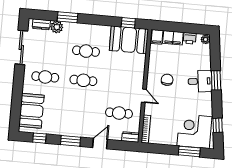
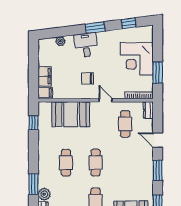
printer: (190, 38) -> (44, 59), removed
plant: (206, 39) -> (60, 41), moved
booth: (129, 40) -> (71, 114), moved, turned 90
window: (216, 80) -> (95, 28), moved
door: (144, 96) -> (106, 100), hinge flipped
corner desk: (194, 131) -> (137, 59), moved
window: (189, 151) -> (158, 72), moved

